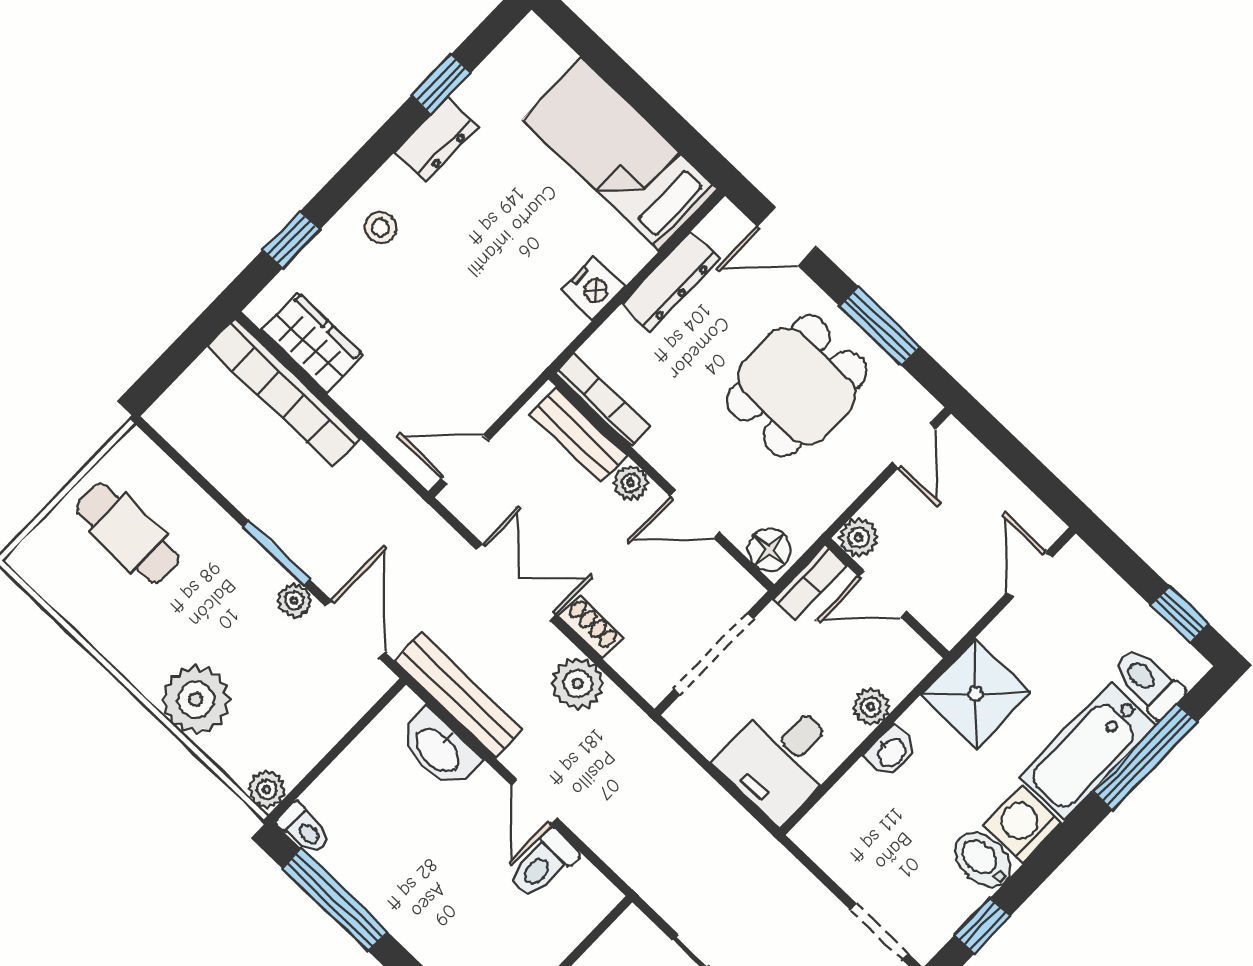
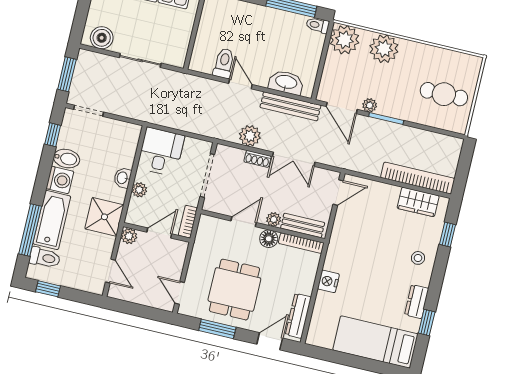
bed: (620, 154) -> (375, 342), moved, turned 180
dresser: (670, 282) -> (298, 316), moved
plant: (859, 538) -> (129, 236), moved
floor lamp: (769, 550) -> (269, 239), moved
plant: (267, 789) -> (344, 40), width x1.87, depth x1.87

